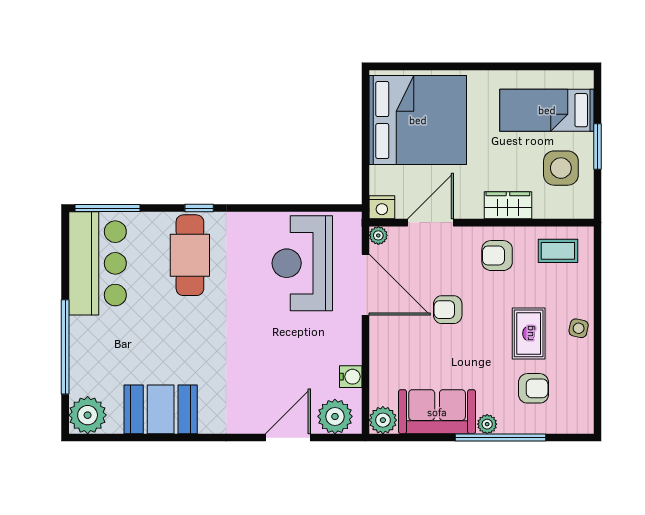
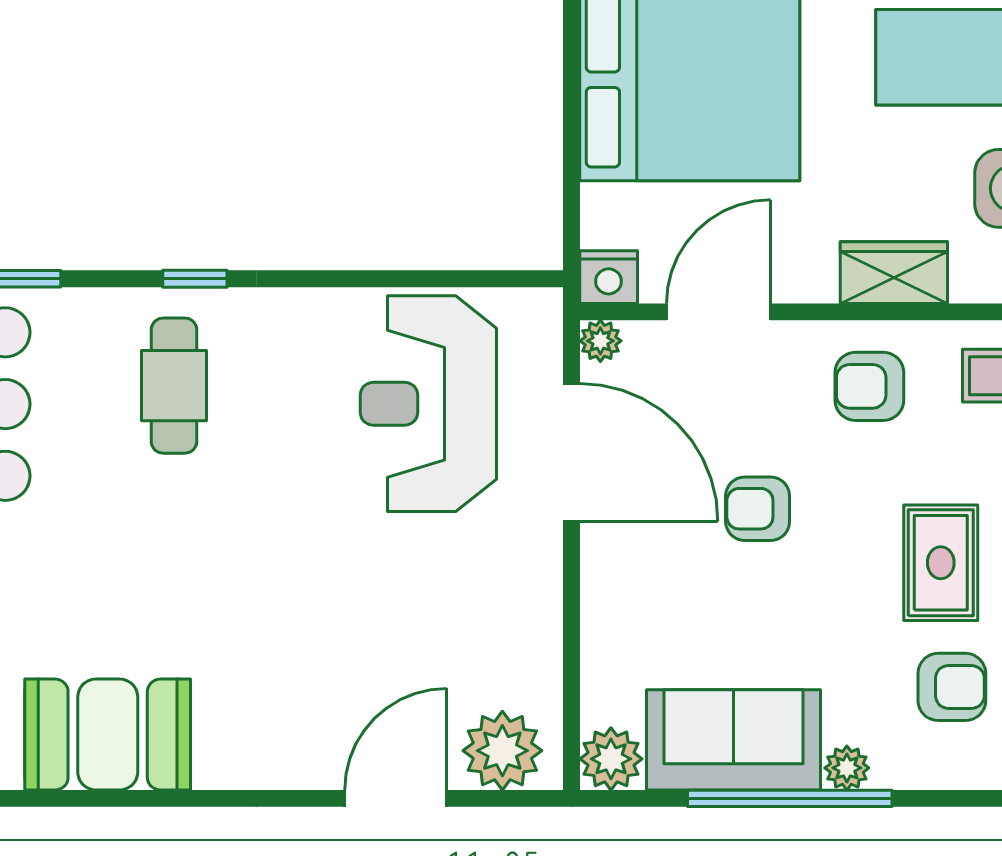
cafe table: (190, 255) -> (174, 386), width x0.73, depth x0.74
water cooler: (351, 377) -> (538, 661), removed
window: (500, 438) -> (790, 798), moved

